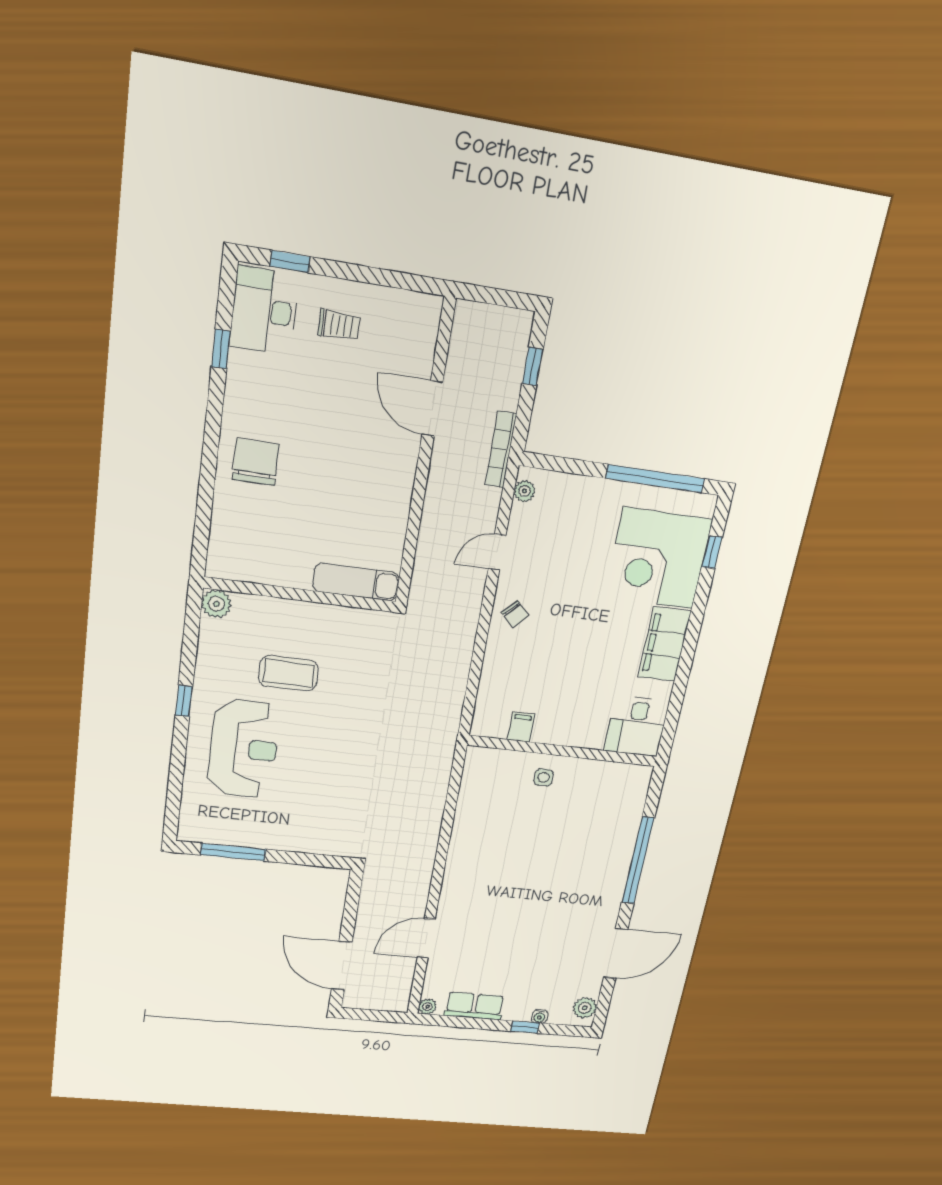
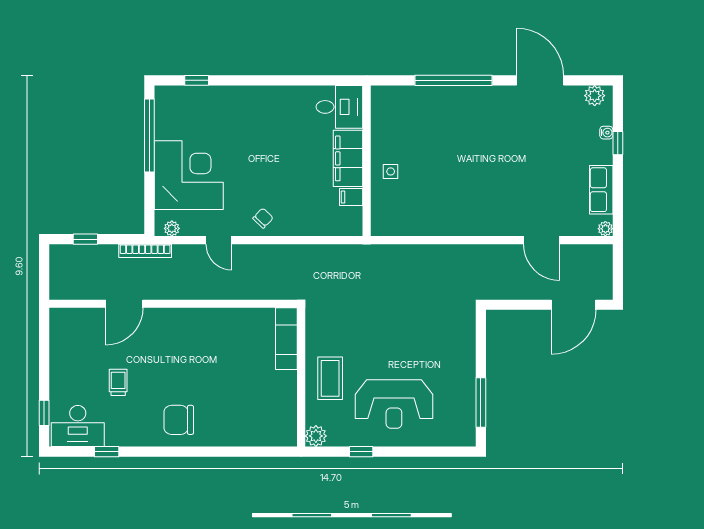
trolley: (339, 325) -> (118, 382), moved
corner desk: (658, 559) -> (189, 175), moved, turned -90
exam couch: (356, 582) -> (286, 339), moved
wall: (300, 595) -> (301, 377), moved
plant: (216, 604) -> (316, 436), moved
filing cabinet: (664, 644) -> (348, 158), moved, turned 90
reception desk: (244, 749) -> (394, 404), turned 180

